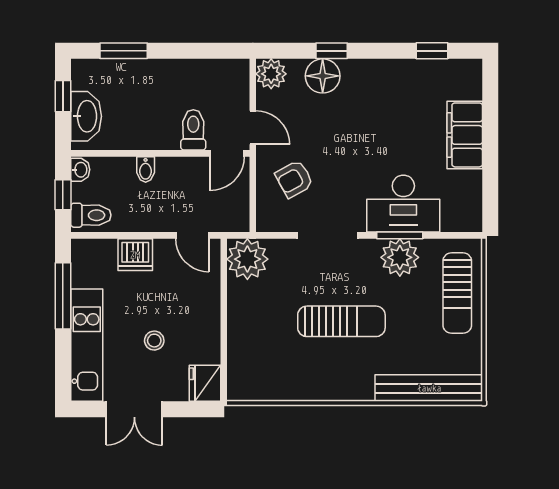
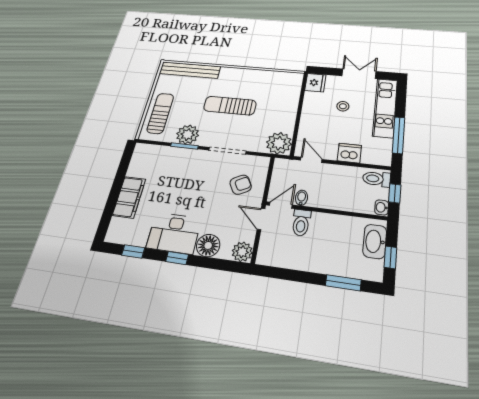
window: (332, 51) -> (177, 258), moved
bidet: (146, 169) -> (301, 198), moved
desk: (403, 204) -> (174, 233), moved, turned 180

